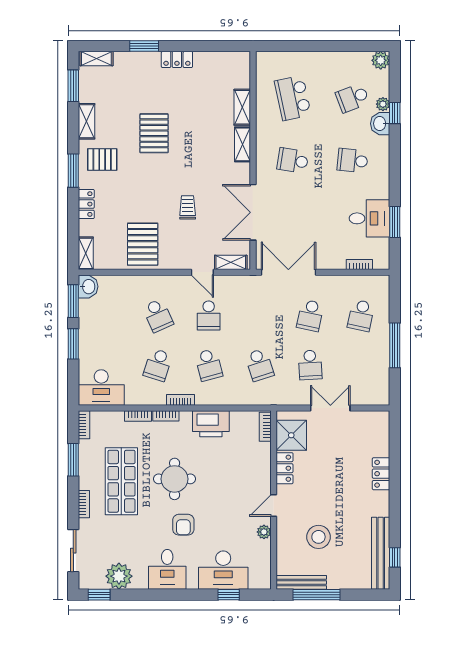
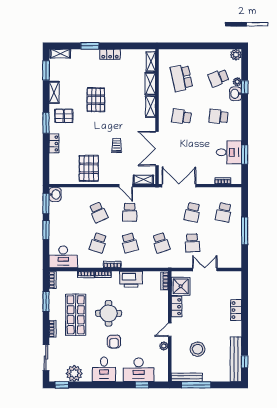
shelving: (86, 253) -> (151, 61), moved

